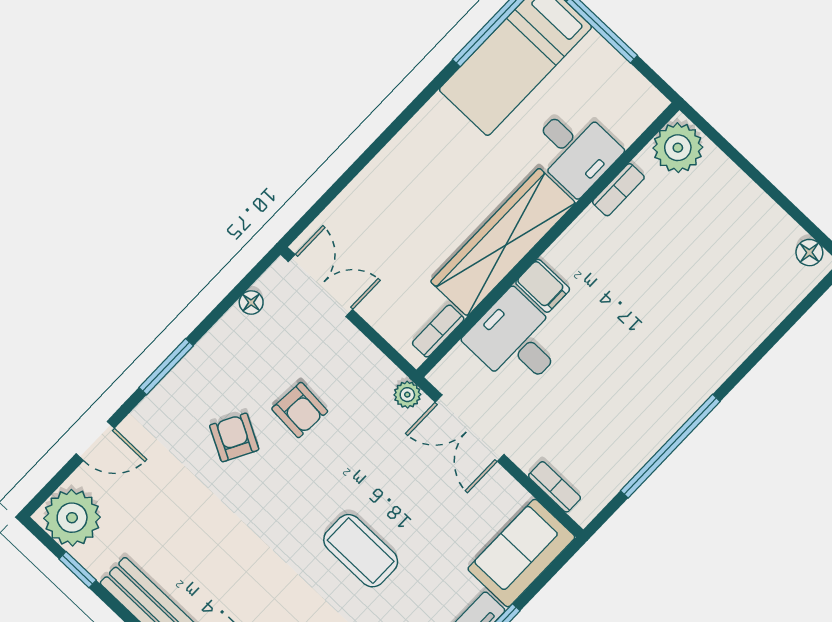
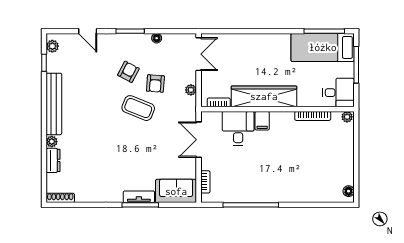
plant: (678, 148) -> (347, 117), width x0.53, depth x0.53
desk: (575, 150) -> (339, 93), moved, turned -90
bookcase: (618, 190) -> (313, 116), width x1.56
floor lamp: (251, 302) -> (157, 38), moved
plant: (407, 395) -> (191, 90), moved
plant: (72, 518) -> (52, 46), width x0.53, depth x0.53
coffee table: (361, 551) -> (138, 108), moved, turned -68

